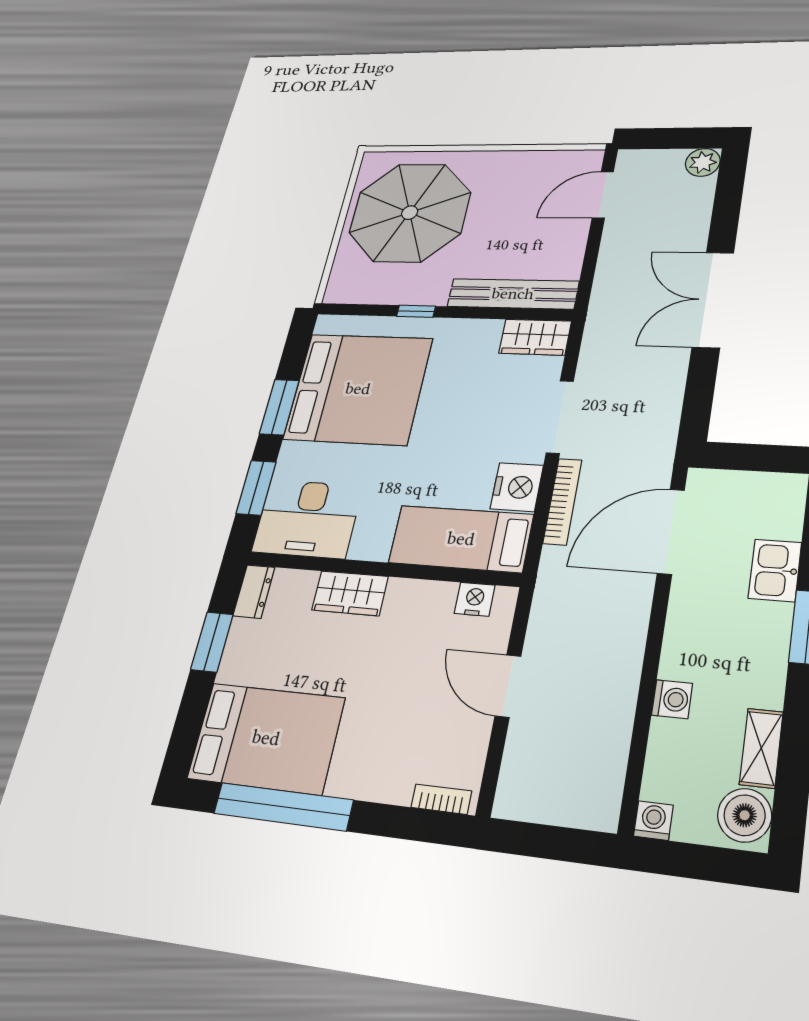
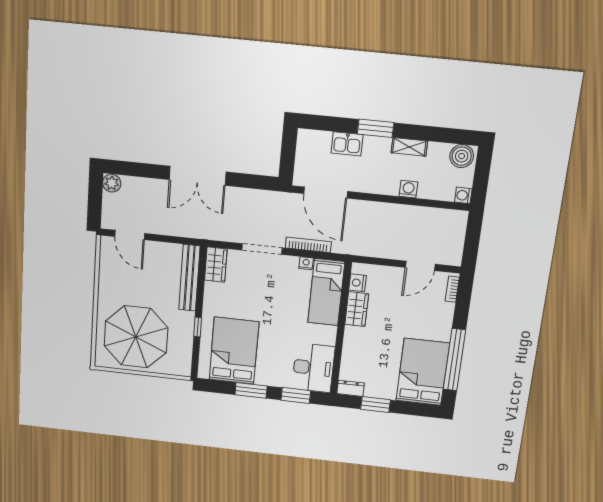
bed: (358, 389) -> (234, 351), width x0.73
nightstand: (517, 487) -> (306, 263), width x0.53, depth x0.56
wardrobe: (350, 593) -> (357, 309), moved
door: (508, 686) -> (420, 266), moved
shelving: (761, 748) -> (409, 147), moved

